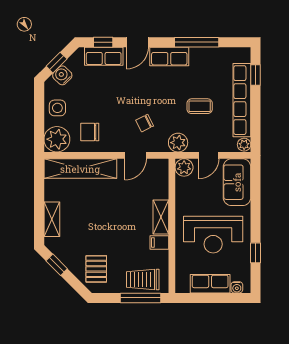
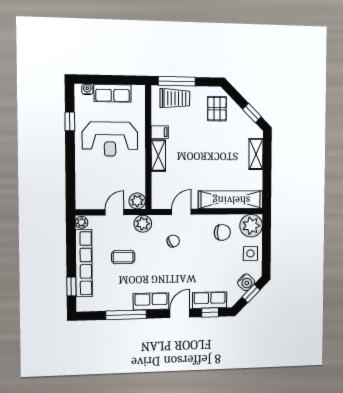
sofa: (237, 182) -> (88, 188), removed
reception desk: (213, 235) -> (110, 139), turned 180

